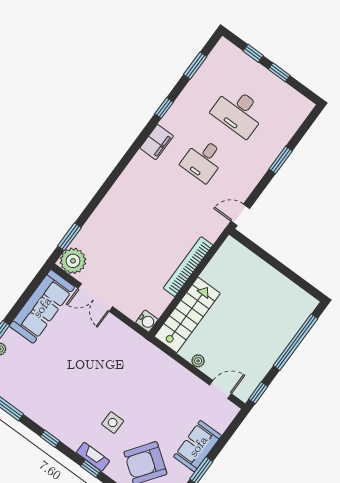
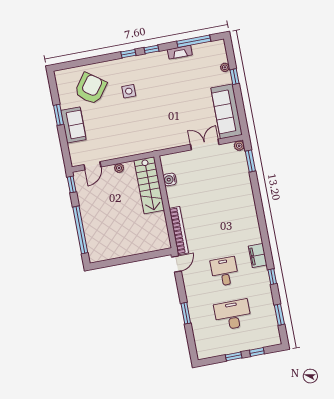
plant: (73, 261) -> (239, 146), width x0.53, depth x0.53
bookcase: (188, 267) -> (179, 231), moved
water cooler: (147, 321) -> (170, 179), moved
fireplace: (93, 457) -> (180, 52), moved
window: (91, 469) -> (128, 54), moved

